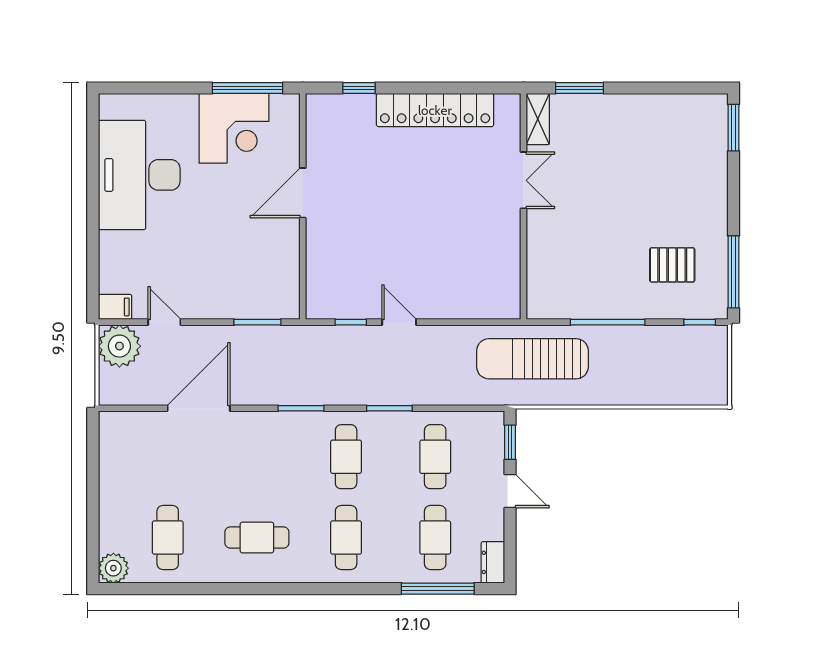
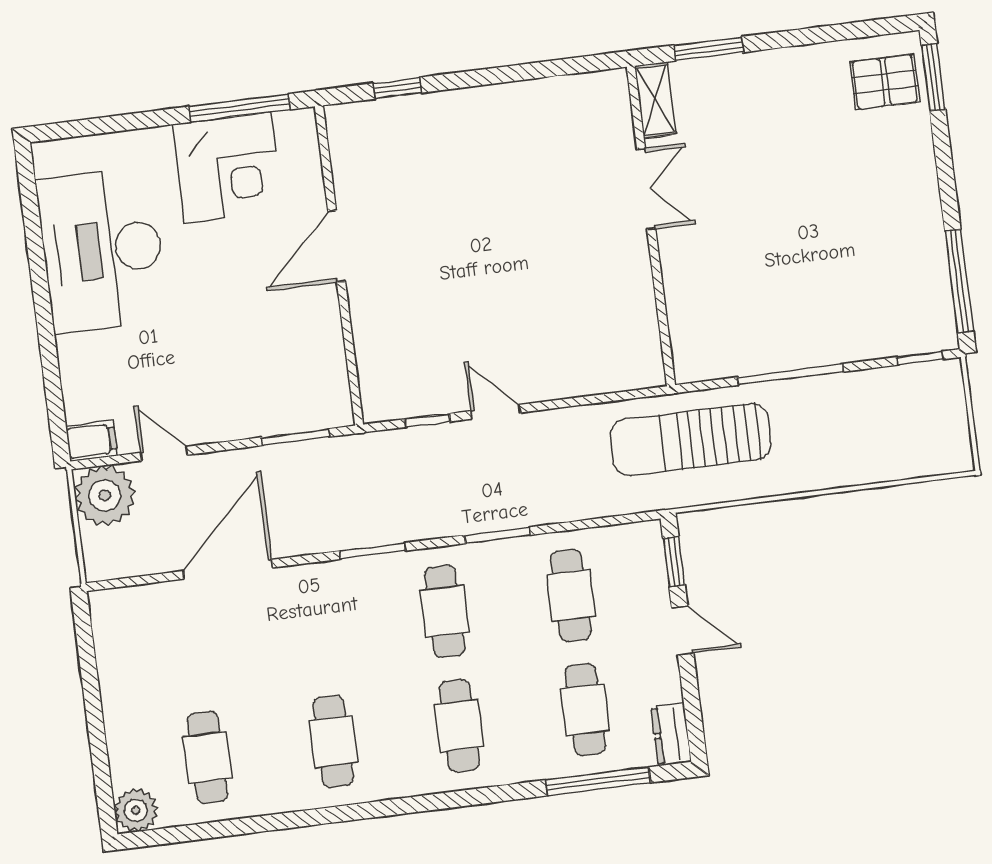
locker: (435, 110) -> (509, 105), removed
pallet: (672, 265) -> (885, 82), moved
cafe table: (257, 538) -> (333, 741), turned 90

